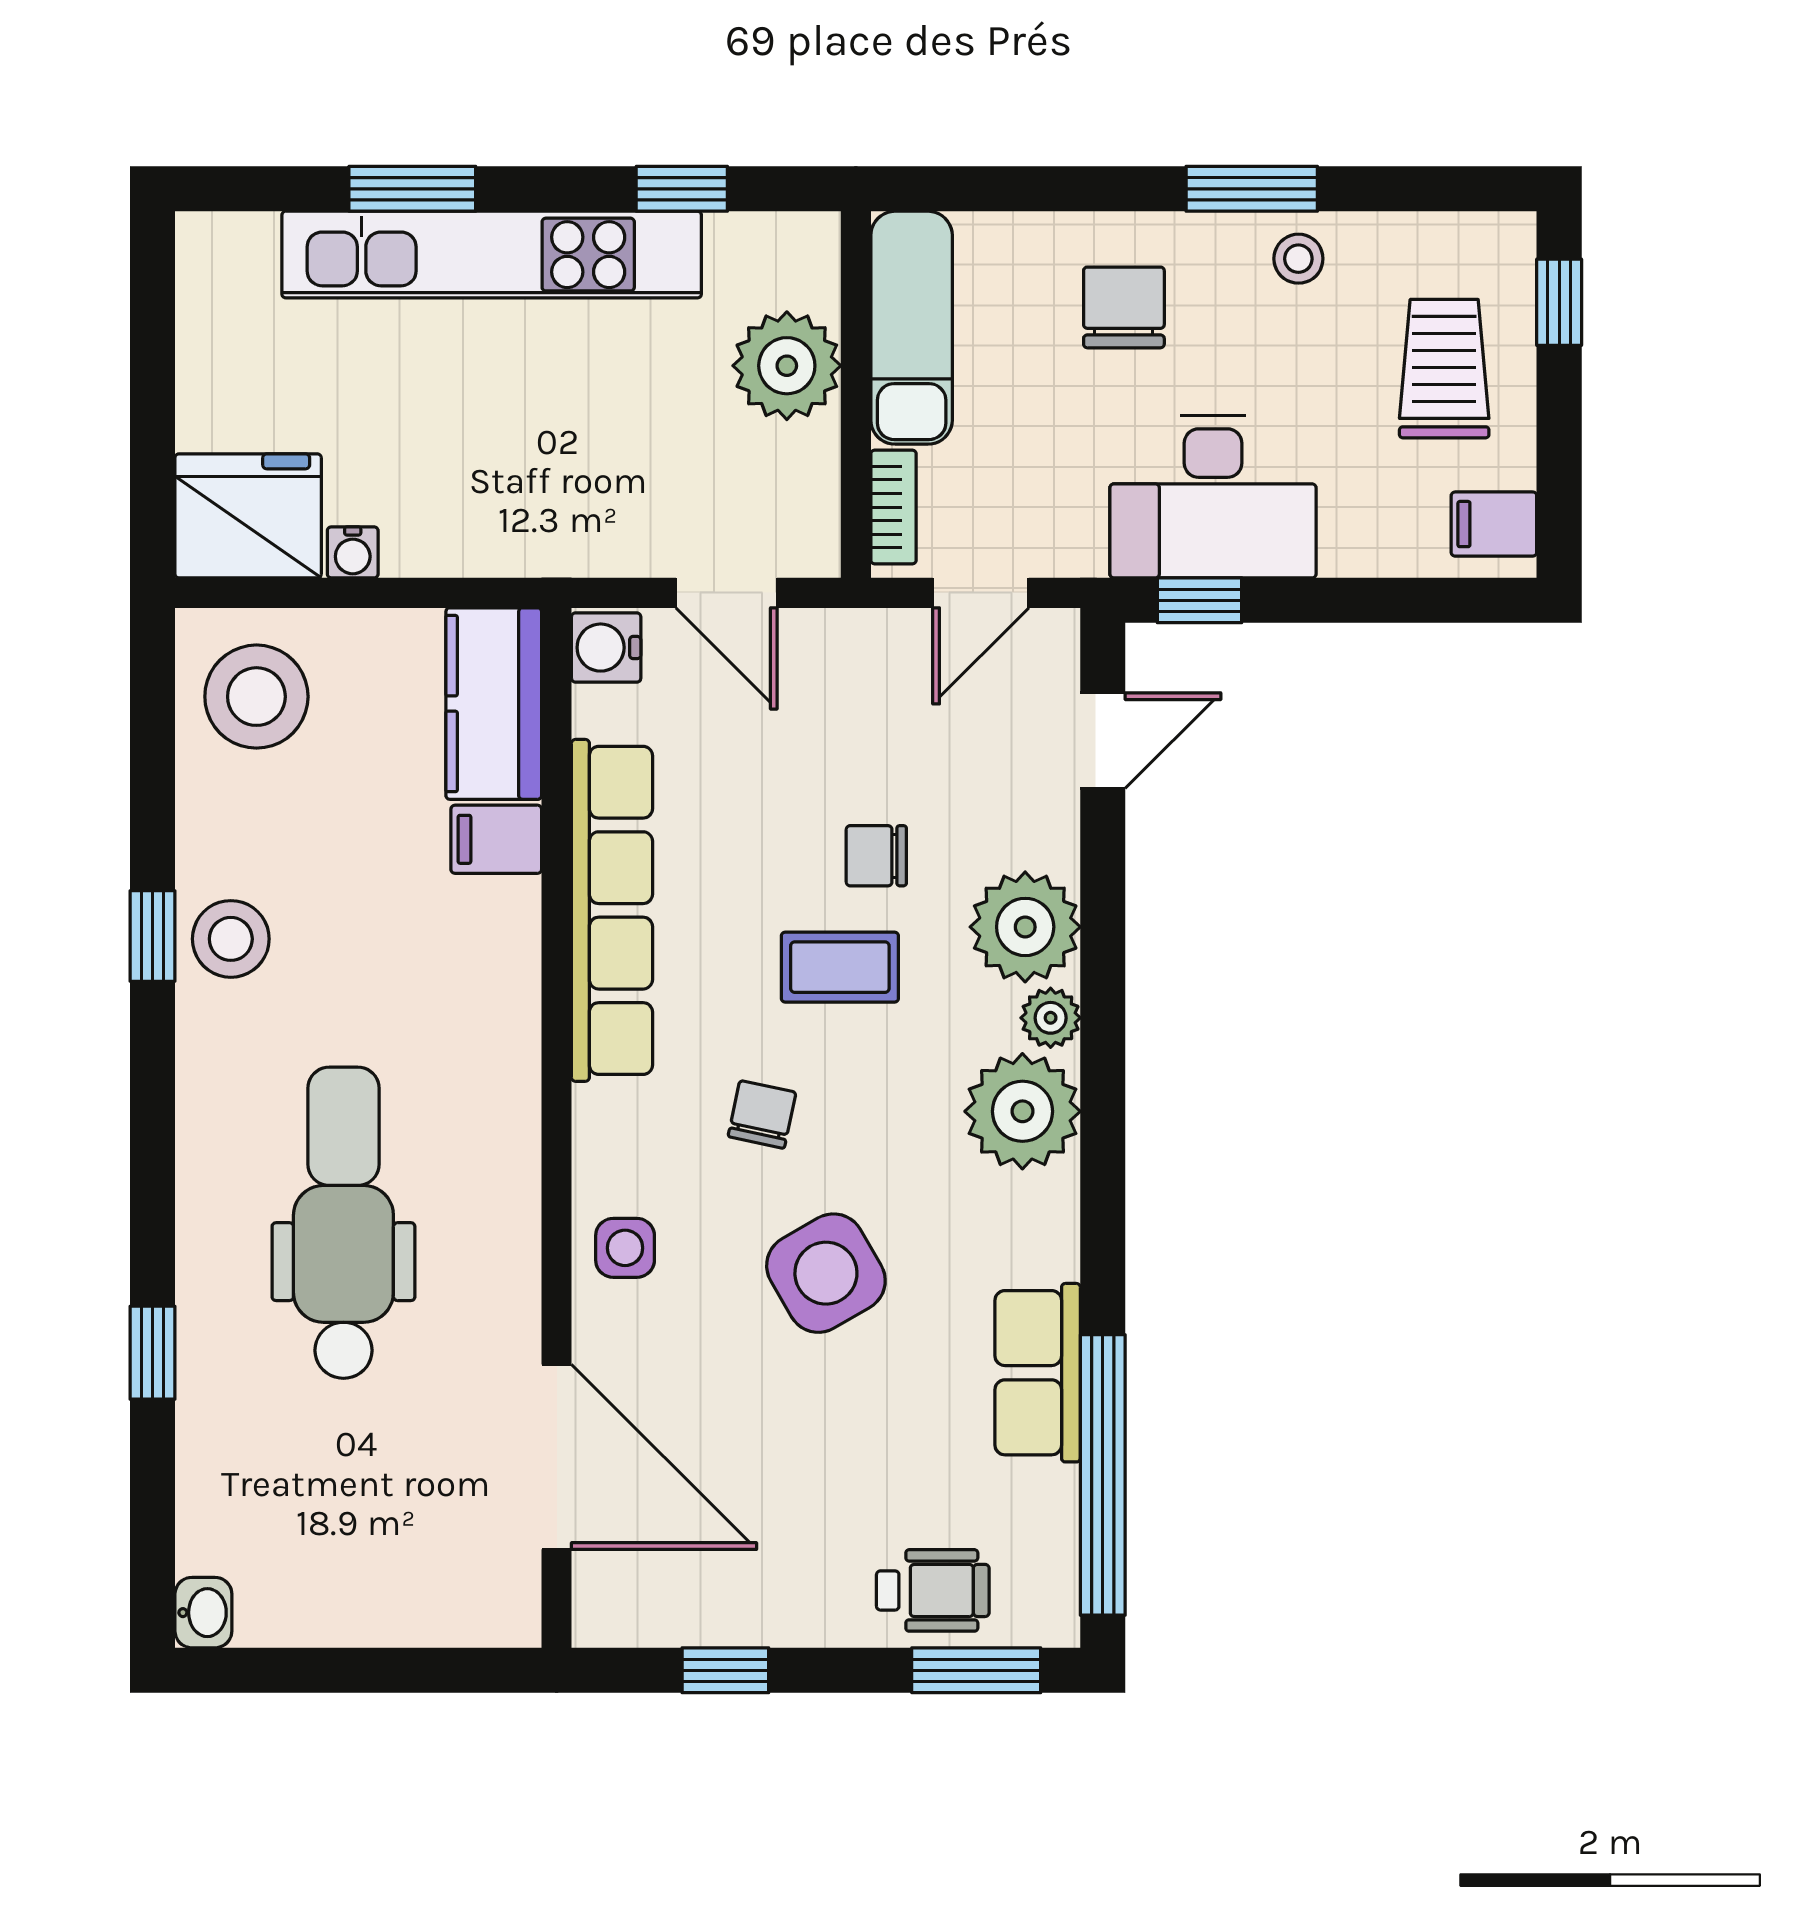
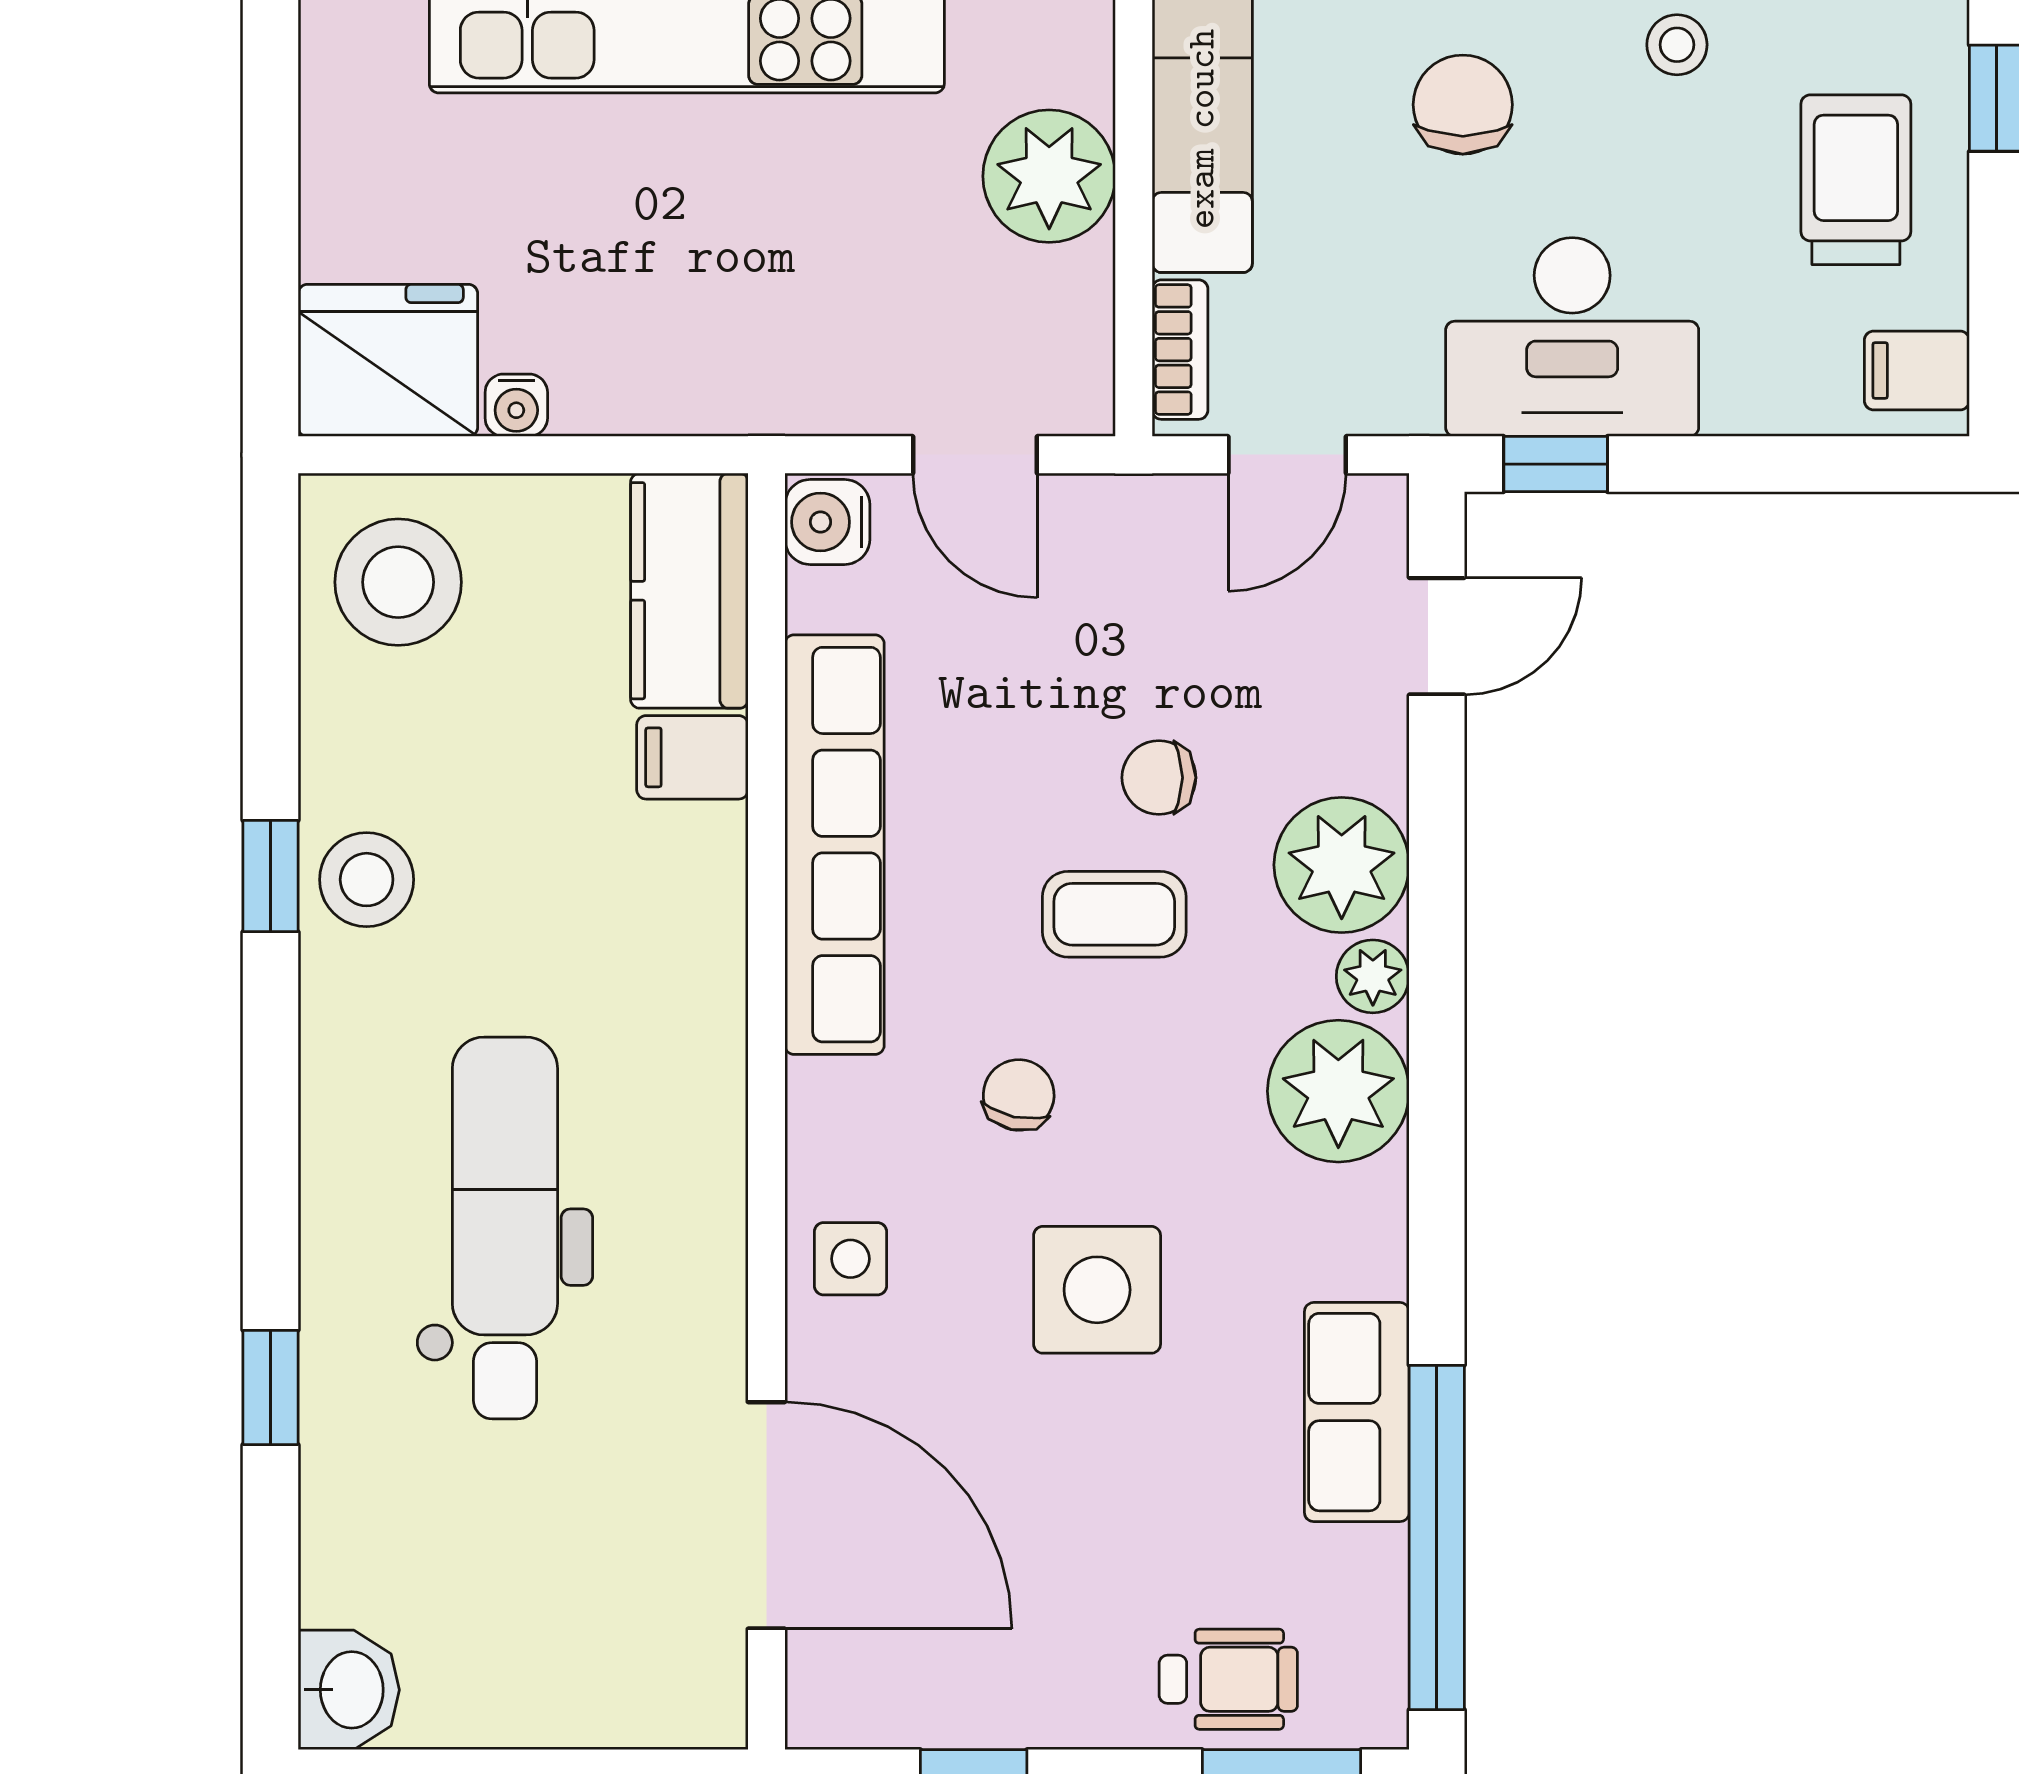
side table: (826, 1273) -> (1097, 1290), turned 30
washbasin: (203, 1613) -> (349, 1690), width x1.38, depth x1.45

